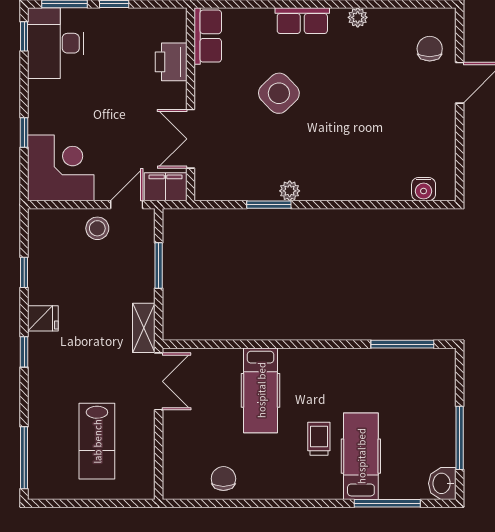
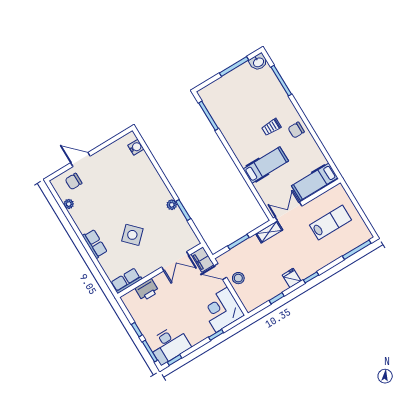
plant: (358, 17) -> (69, 204), moved
hospital bed: (361, 456) -> (315, 182), moved
chair: (223, 479) -> (296, 130), moved

